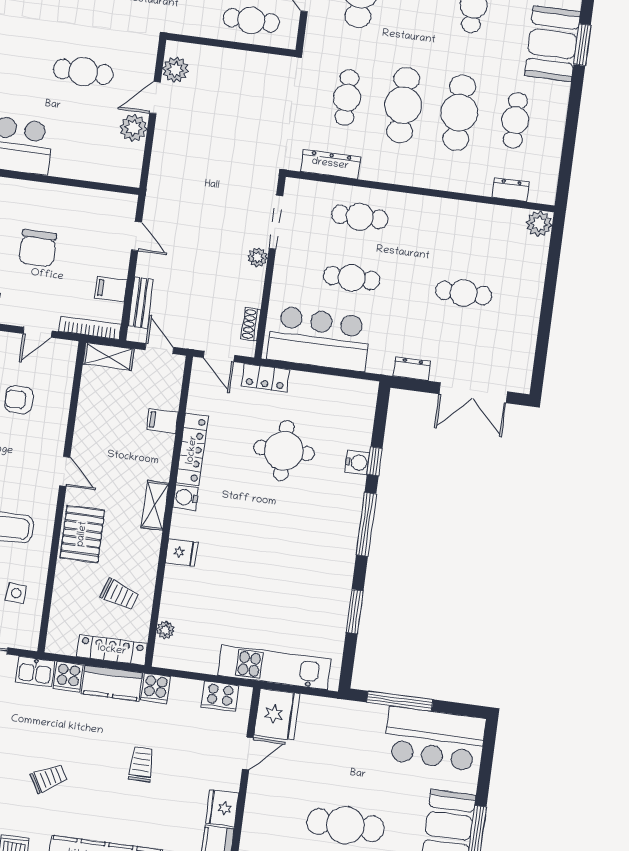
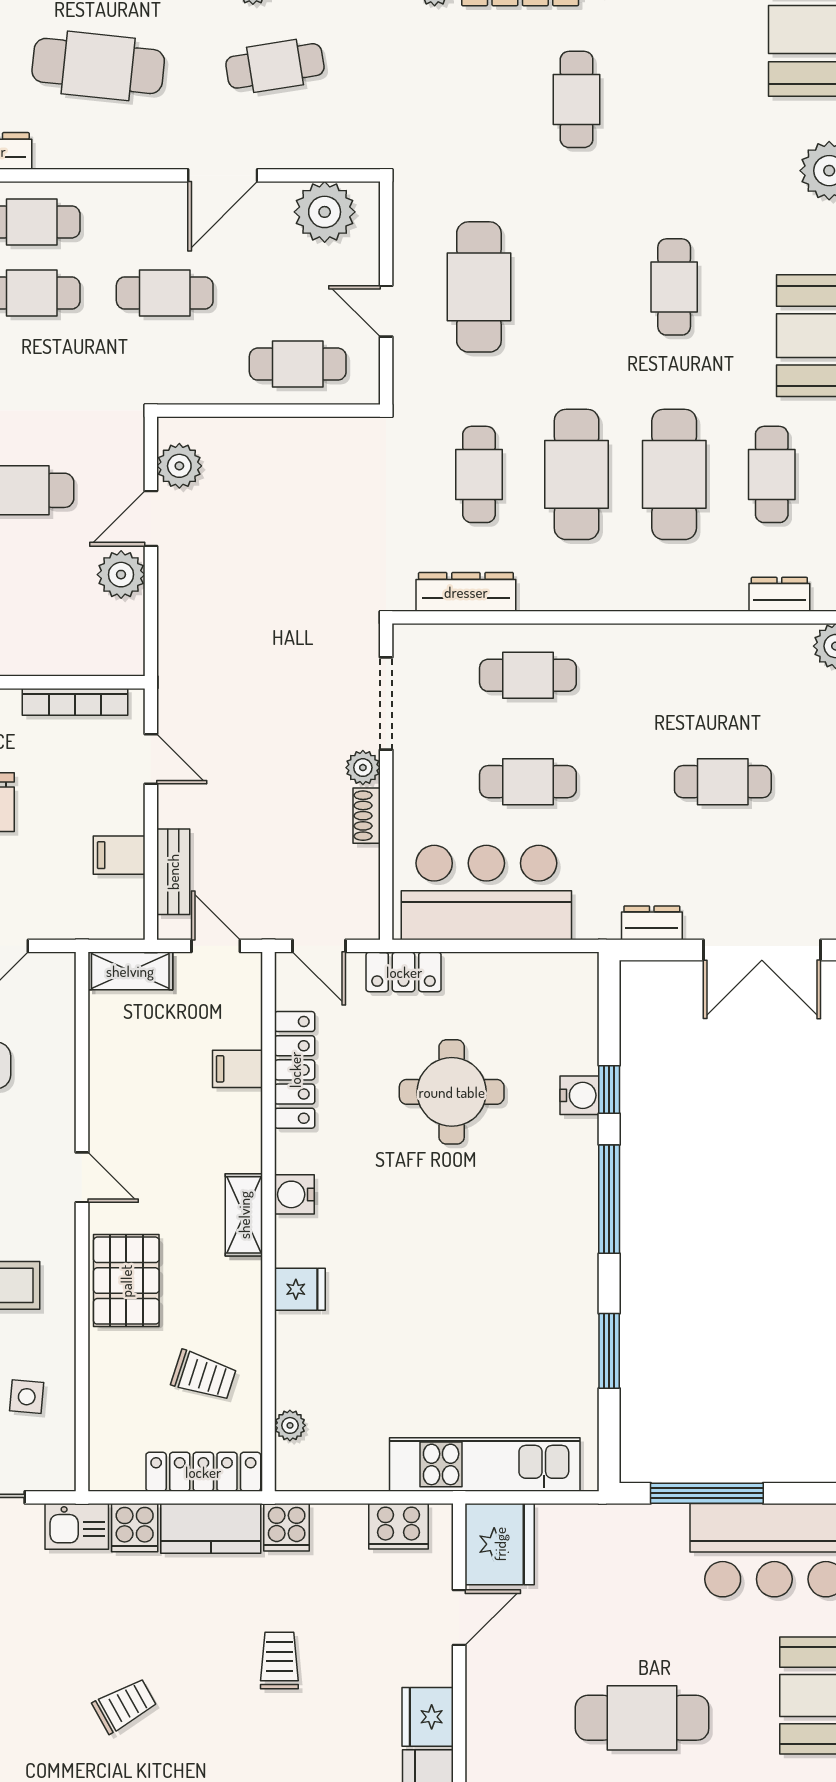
shoe rack: (251, 324) -> (367, 816), moved
bookcase: (90, 328) -> (75, 702), moved, turned 180
locker: (192, 450) -> (295, 1070), moved

